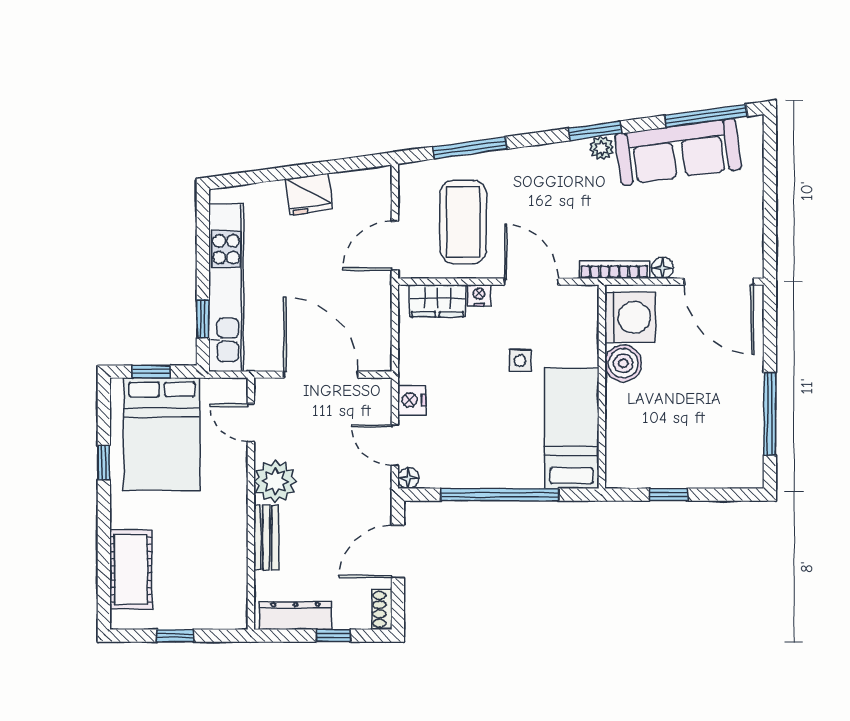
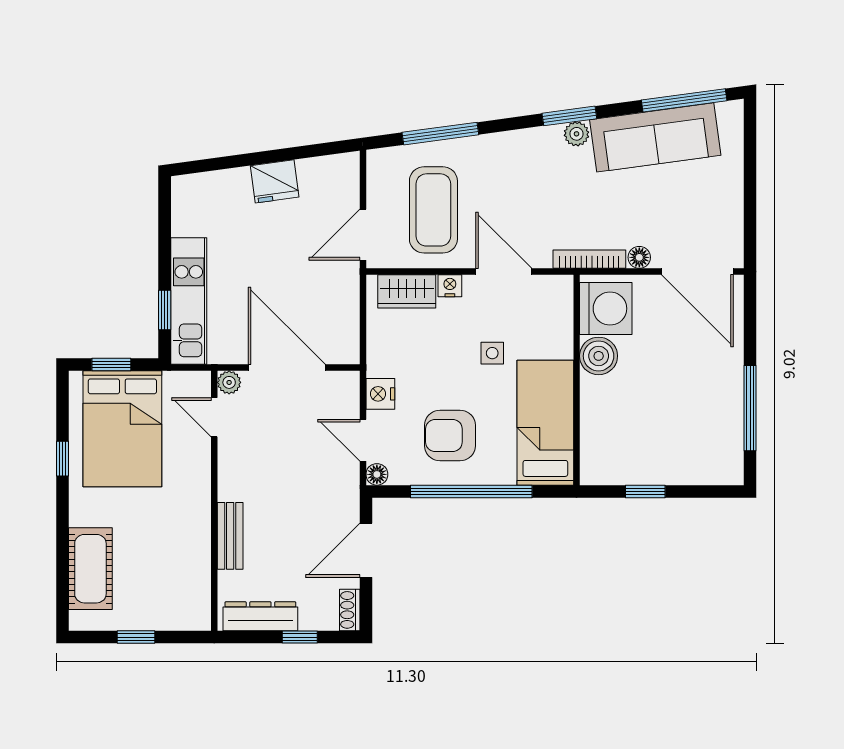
kitchen unit: (226, 288) -> (189, 301), width x0.73
armchair: (479, 440) -> (450, 435), added
plant: (275, 481) -> (229, 382), moved, width x0.53, depth x0.53

